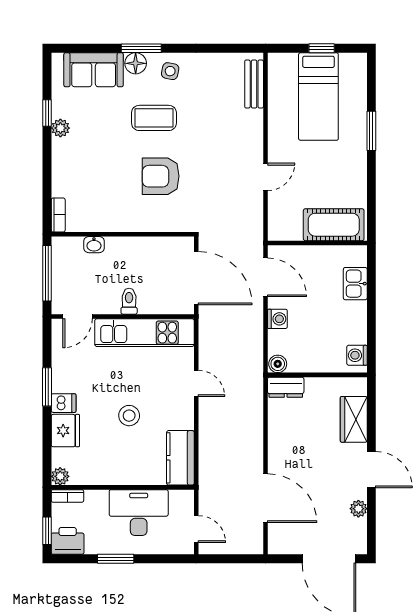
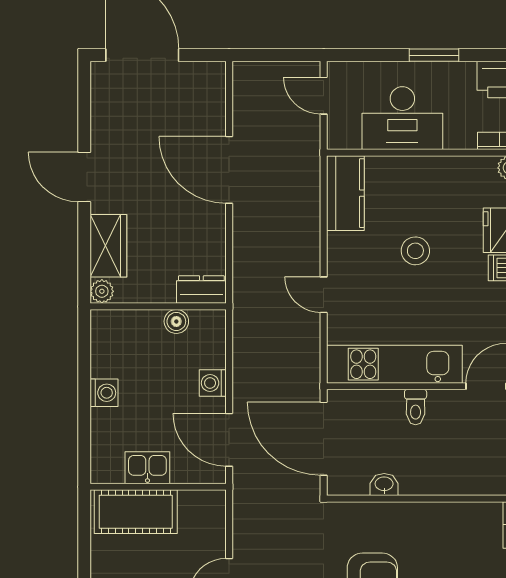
washbasin: (94, 245) -> (384, 484), moved
kitchen sink: (355, 284) -> (147, 468), moved, turned -90
washing machine: (357, 355) -> (104, 393), moved
boiler: (278, 364) -> (176, 321), moved
door: (265, 498) -> (229, 170), moved
plant: (358, 509) -> (102, 291), moved

